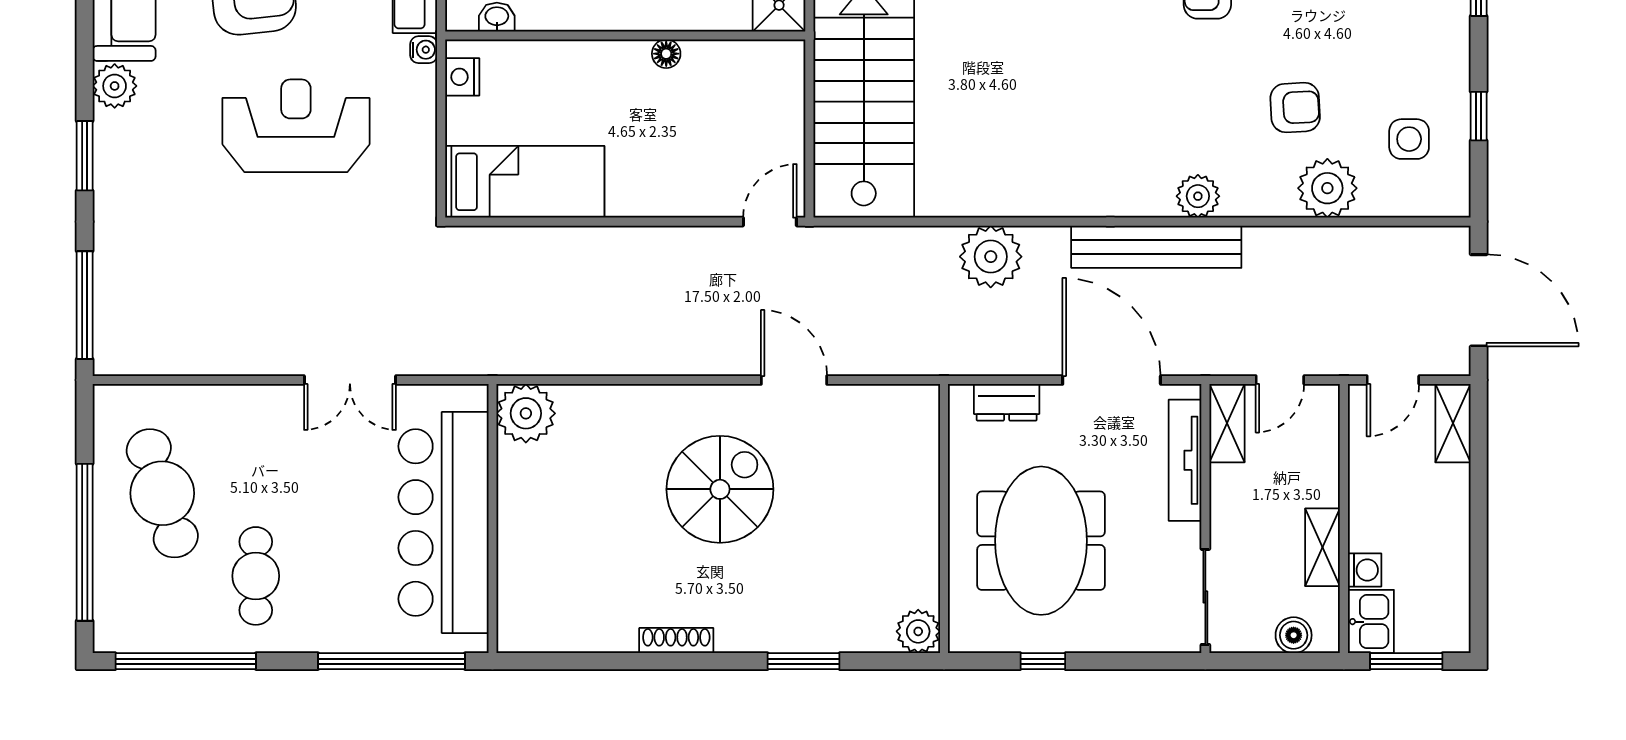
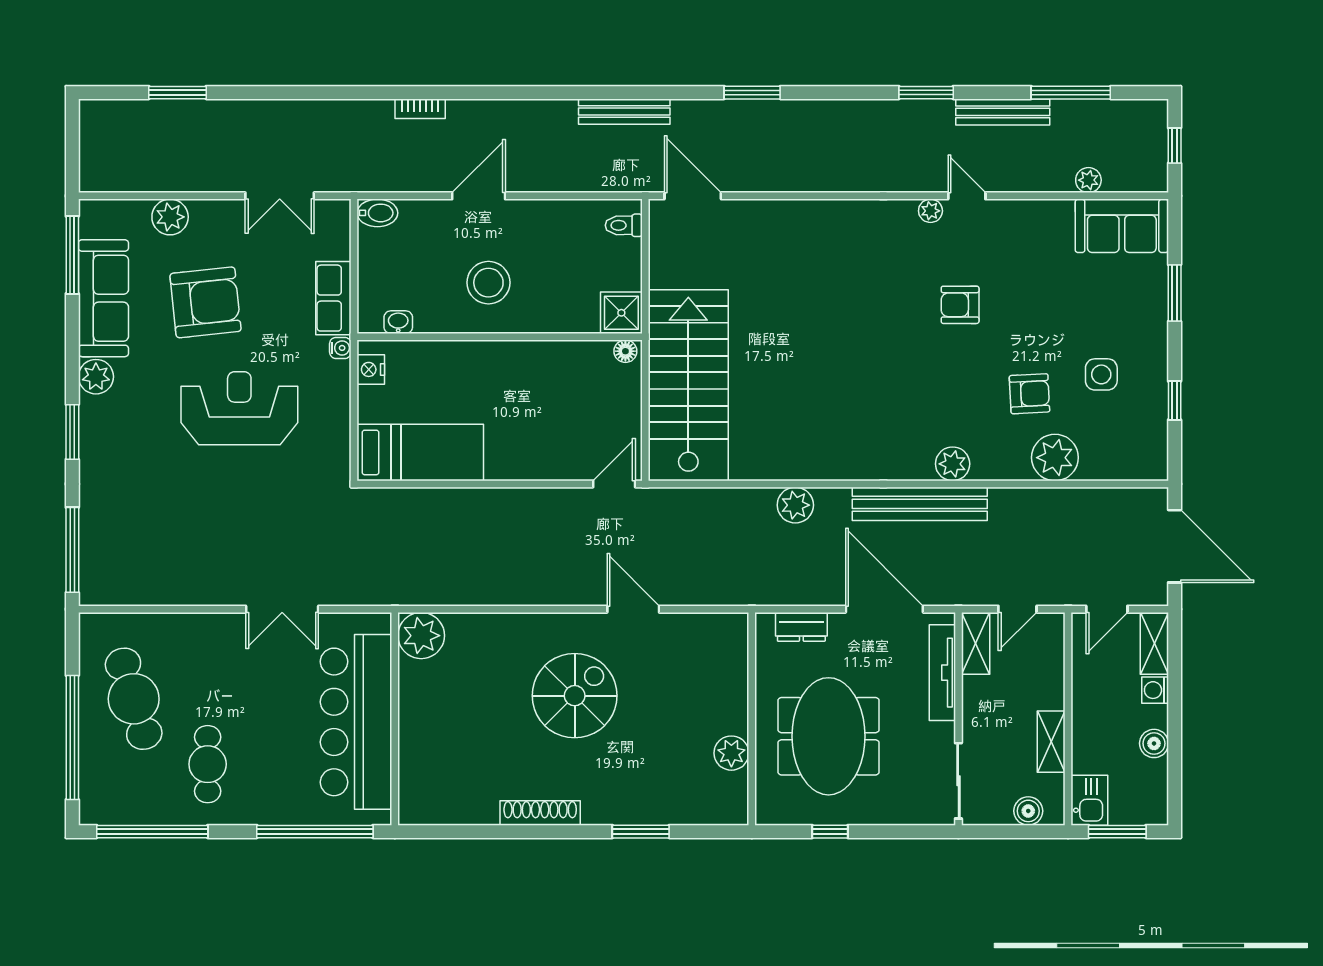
floor lamp: (666, 54) -> (625, 351), moved
side table: (1409, 139) -> (1101, 374), moved
plant: (991, 257) -> (795, 505), width x0.73, depth x0.73
boiler: (1453, 550) -> (1154, 743), added
washing machine: (1365, 570) -> (1155, 690), moved, turned 180
plant: (918, 631) -> (731, 753), moved
shoe rack: (676, 641) -> (540, 813), width x1.36, depth x1.24

